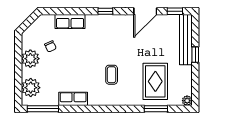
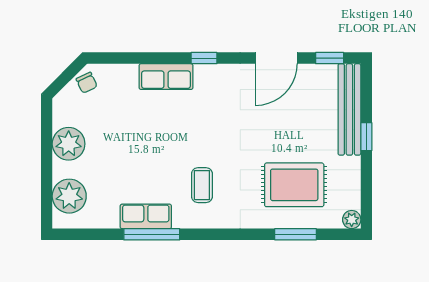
row of seats: (70, 21) -> (166, 77), moved
chair: (50, 46) -> (87, 83), moved
coffee table: (112, 75) -> (202, 185), moved
rug: (155, 81) -> (294, 185), turned 90
window: (43, 109) -> (152, 234), moved

